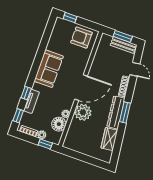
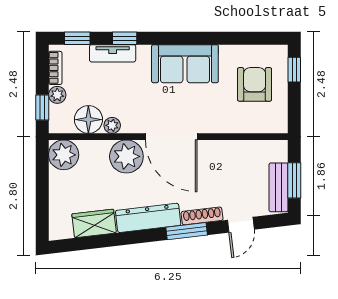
armchair: (81, 38) -> (255, 84), moved
window: (125, 112) -> (187, 231), moved
plant: (71, 142) -> (64, 155), added

